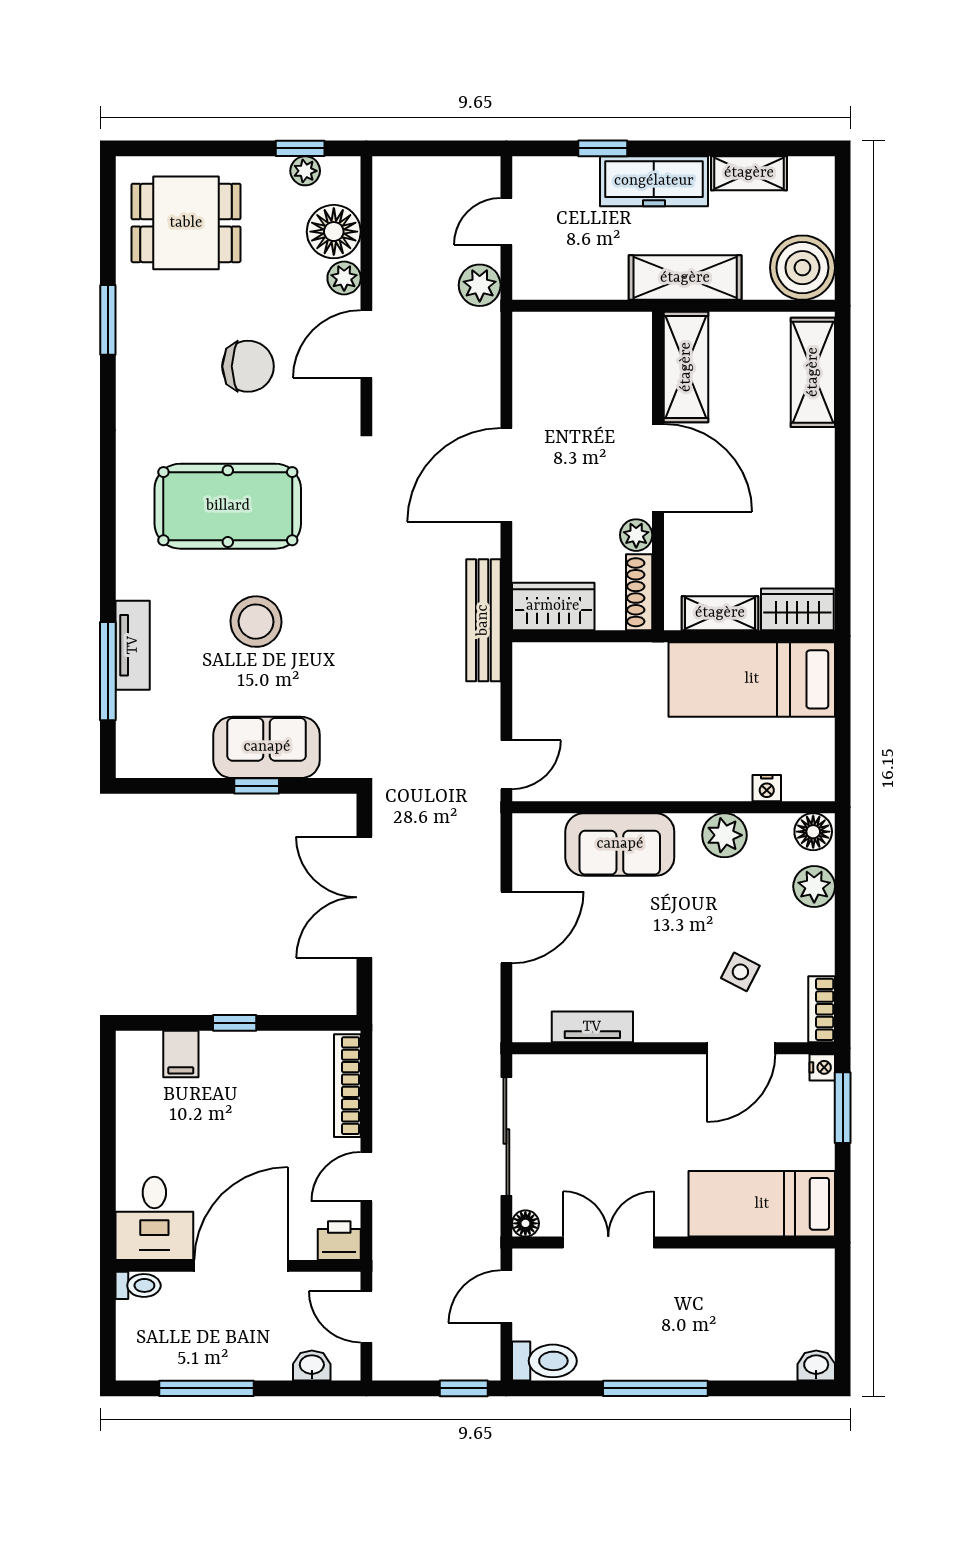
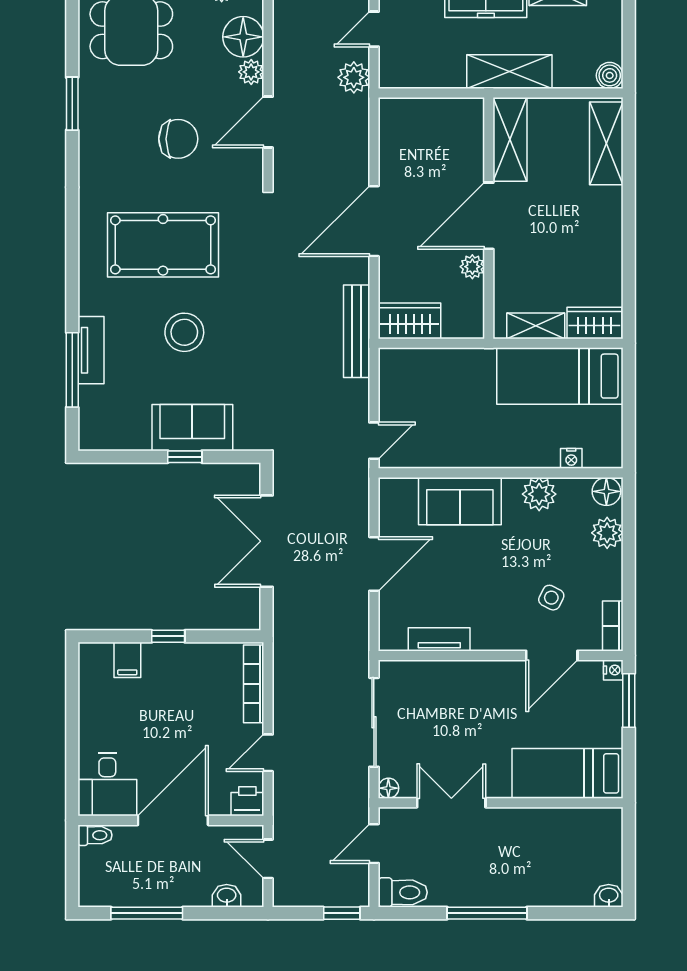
boiler: (802, 268) -> (610, 75), width x0.54, depth x0.54
door: (658, 468) -> (489, 216), swing flipped
shoe rack: (639, 592) -> (475, 310), removed

